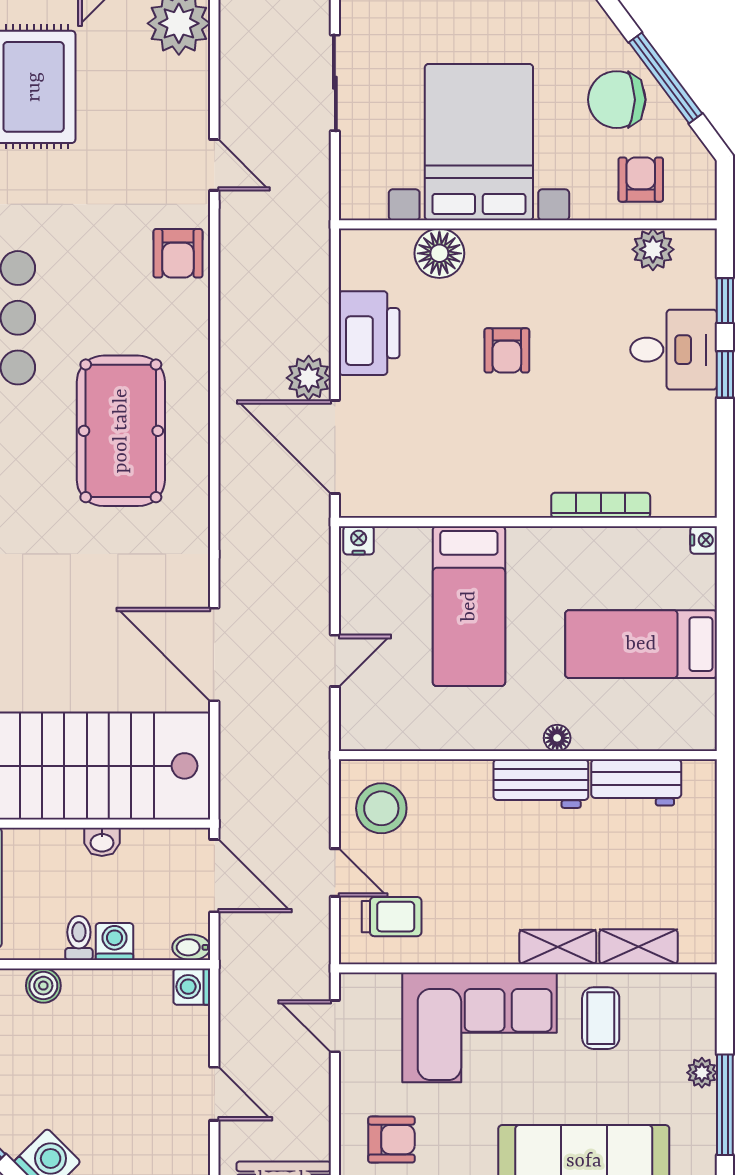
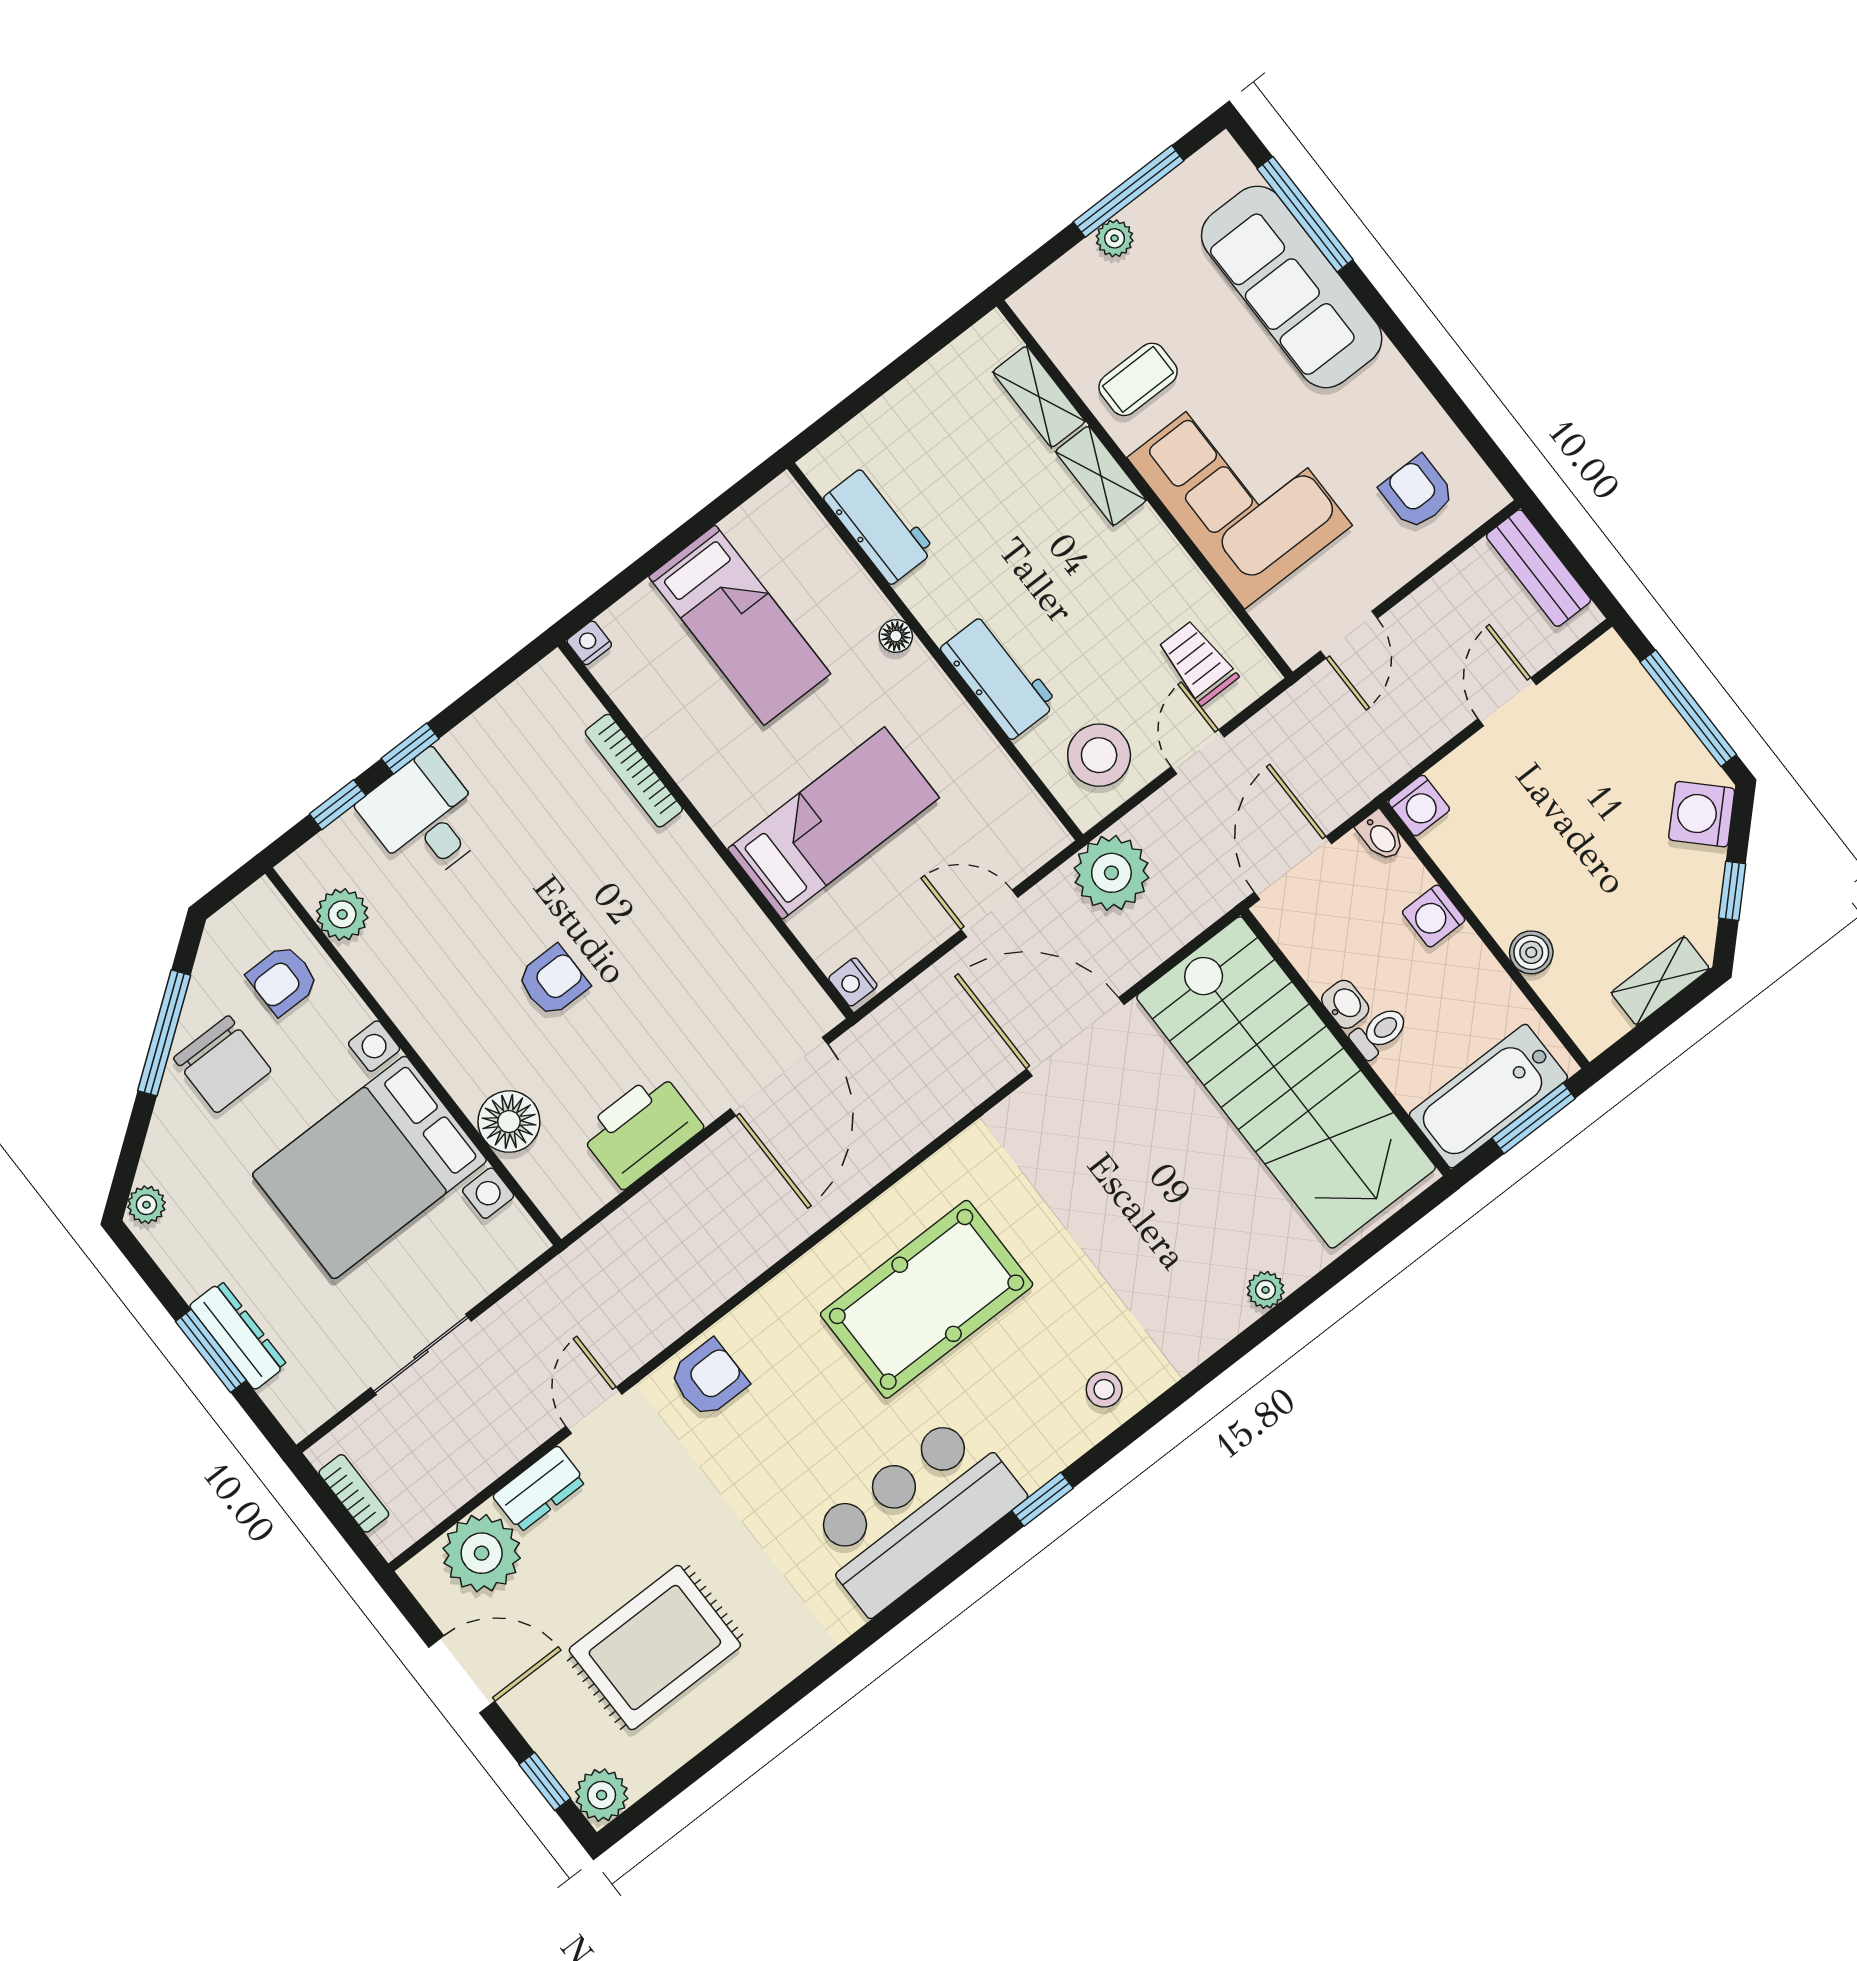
dresser: (191, 92) -> (539, 1489), added
plant: (309, 378) -> (1111, 873), moved, width x1.36, depth x1.36
door: (214, 655) -> (1075, 1037), swing flipped
workbench: (541, 784) -> (999, 676), moved
toilet: (79, 938) -> (1379, 1032), moved, turned 180

